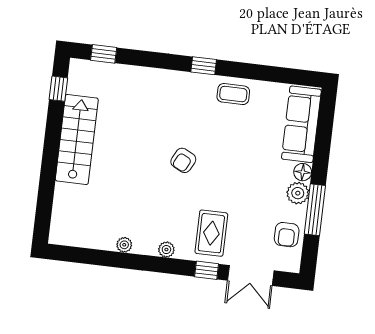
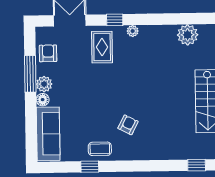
window: (204, 66) -> (90, 167), moved
armchair: (183, 160) -> (128, 125), moved
plant: (124, 245) -> (188, 35), moved, width x1.88, depth x1.88
window: (207, 270) -> (115, 20), moved

